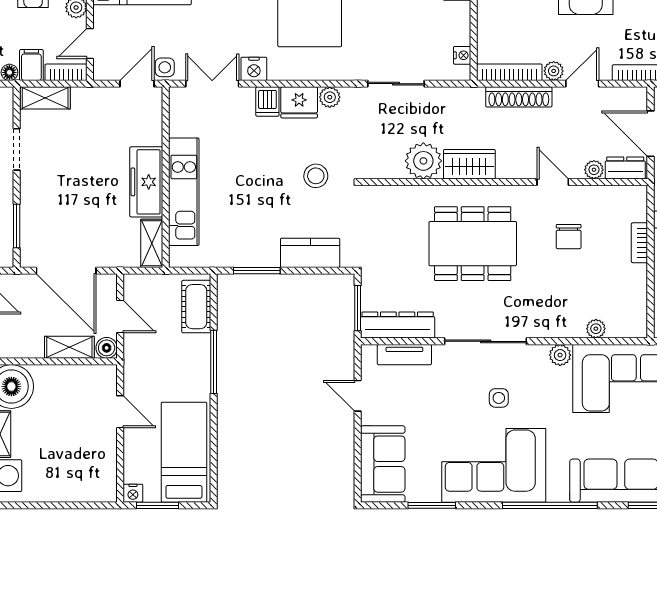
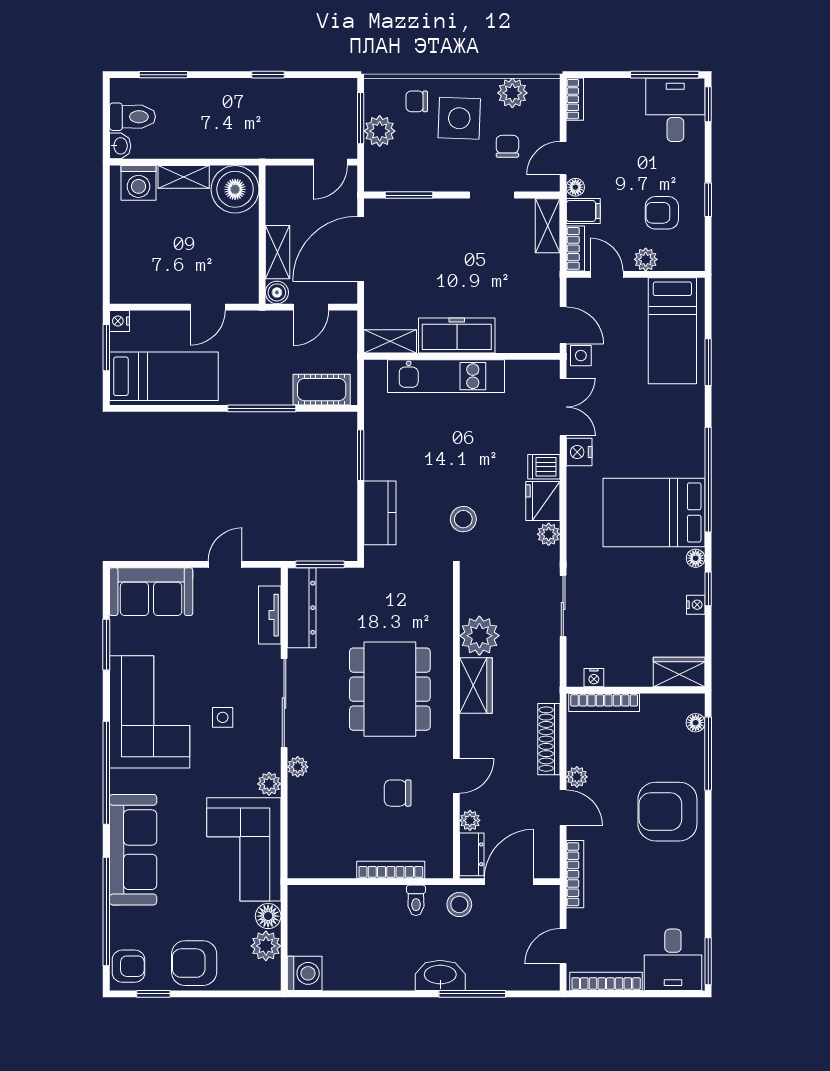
bookcase: (509, 72) -> (604, 703), moved, turned 90
bookcase: (639, 243) -> (391, 870), width x1.56
plant: (596, 329) -> (298, 767), moved

